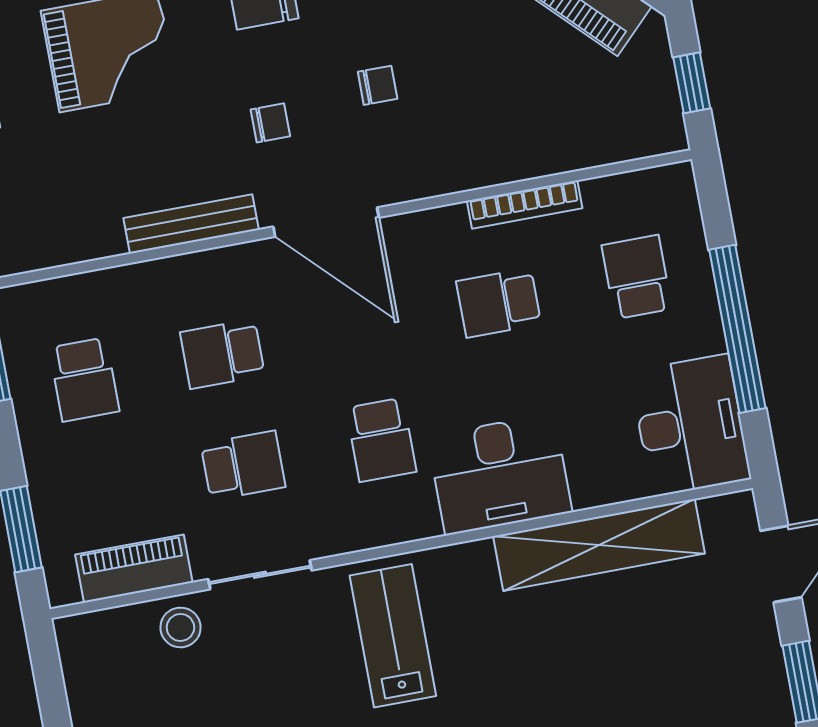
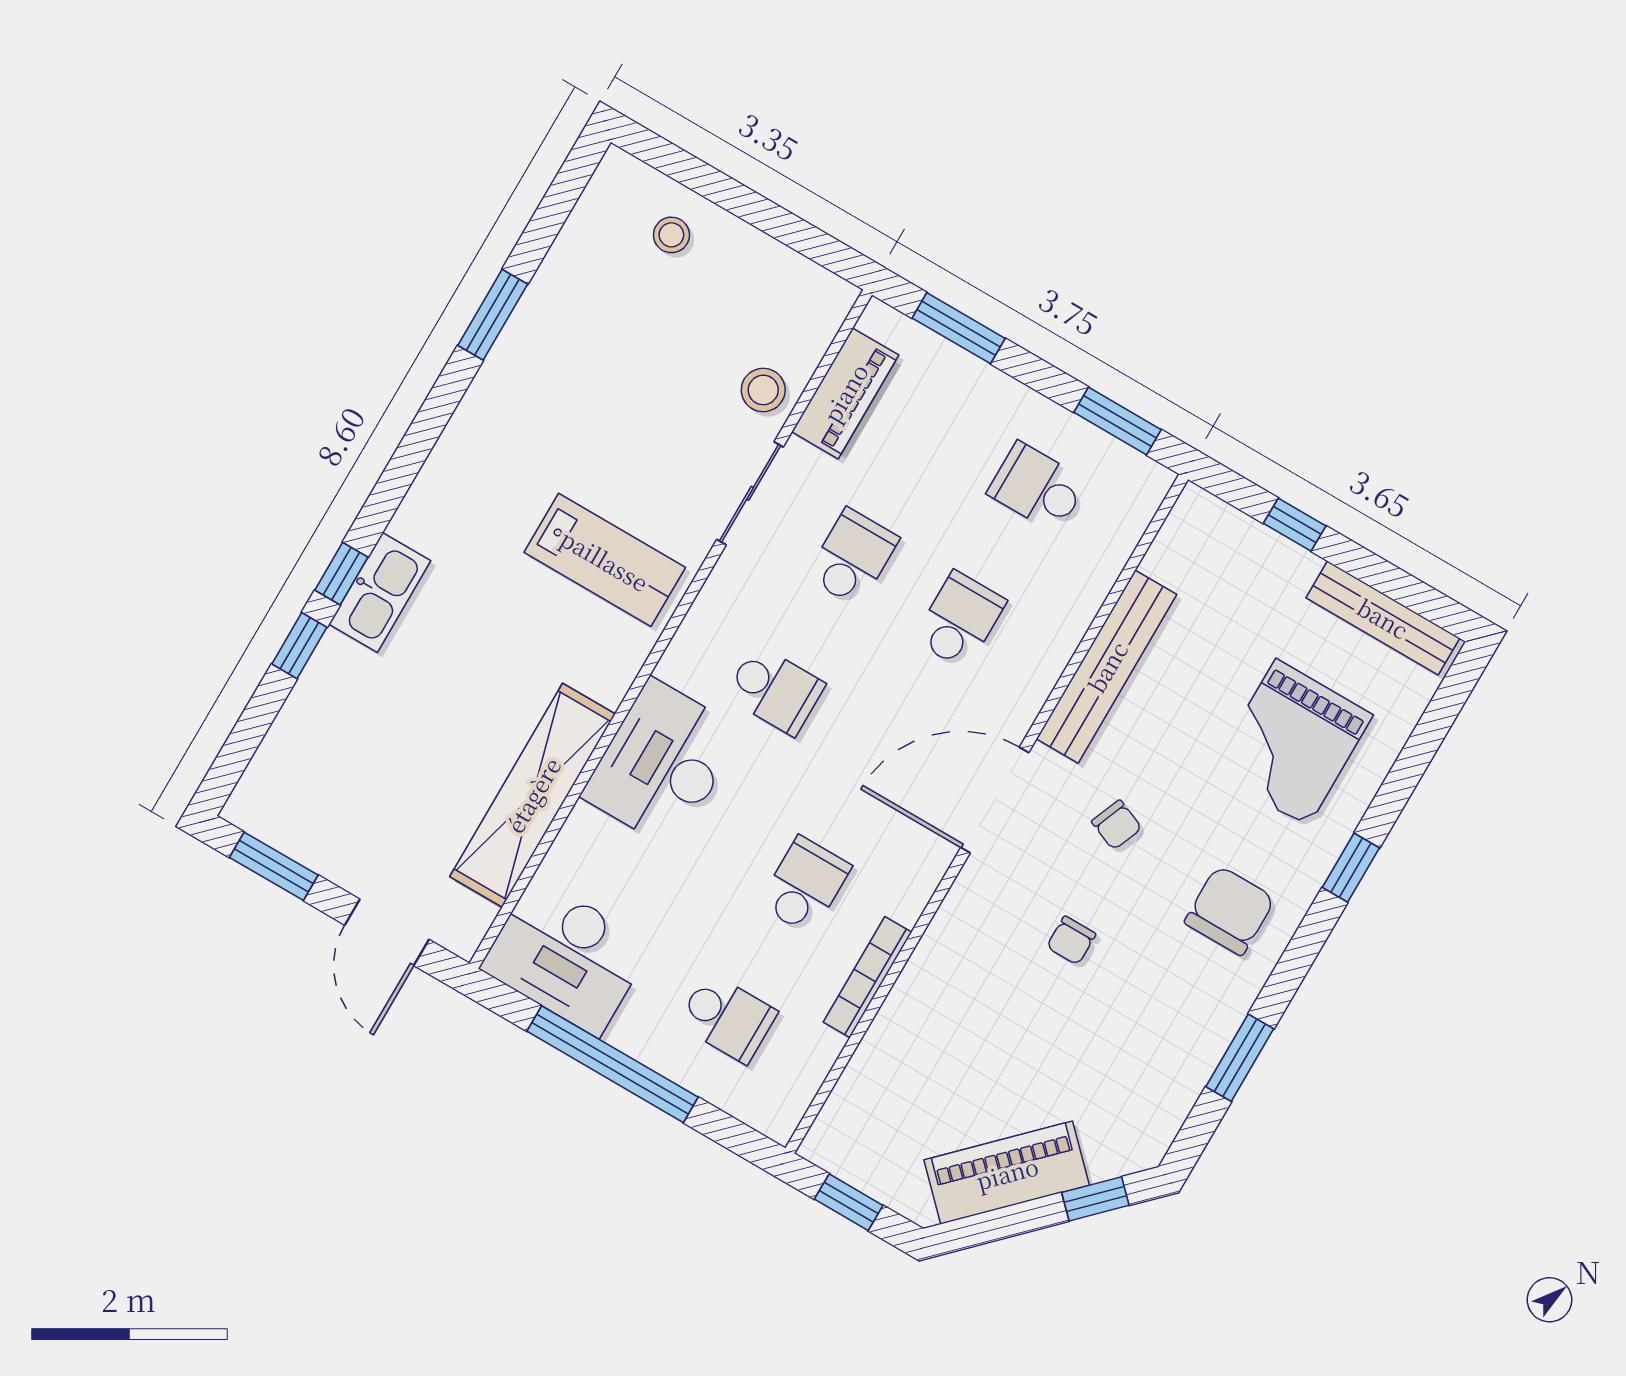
chair: (270, 123) -> (1117, 825), turned -68
bench: (191, 224) -> (1107, 667), width x1.37, depth x1.21
school desk: (381, 440) -> (775, 690), turned 180
school desk: (243, 465) -> (853, 557), turned 180

